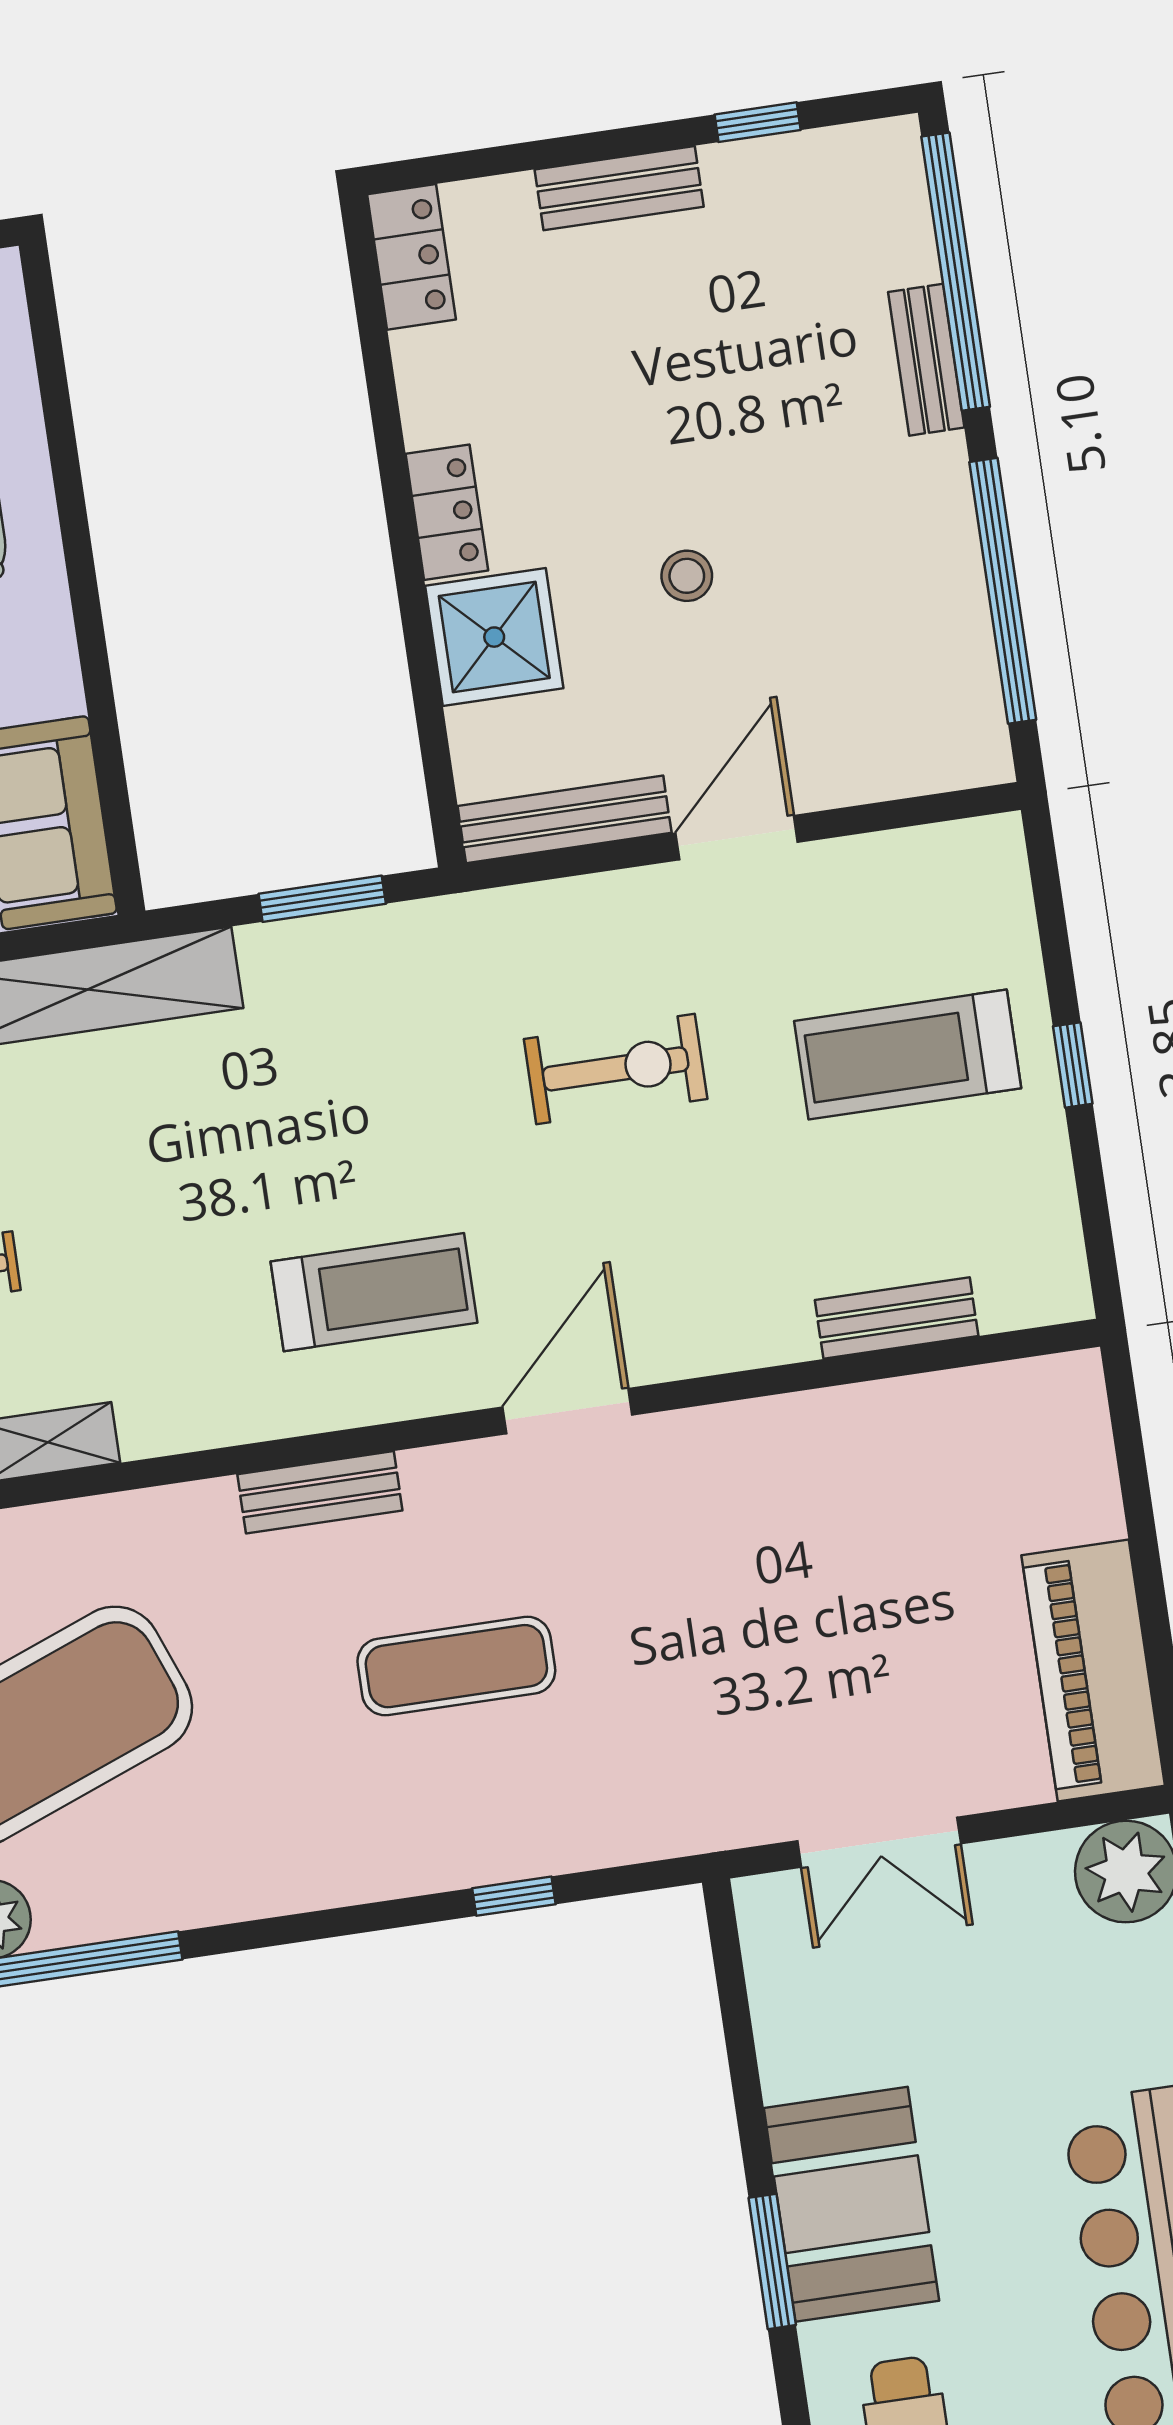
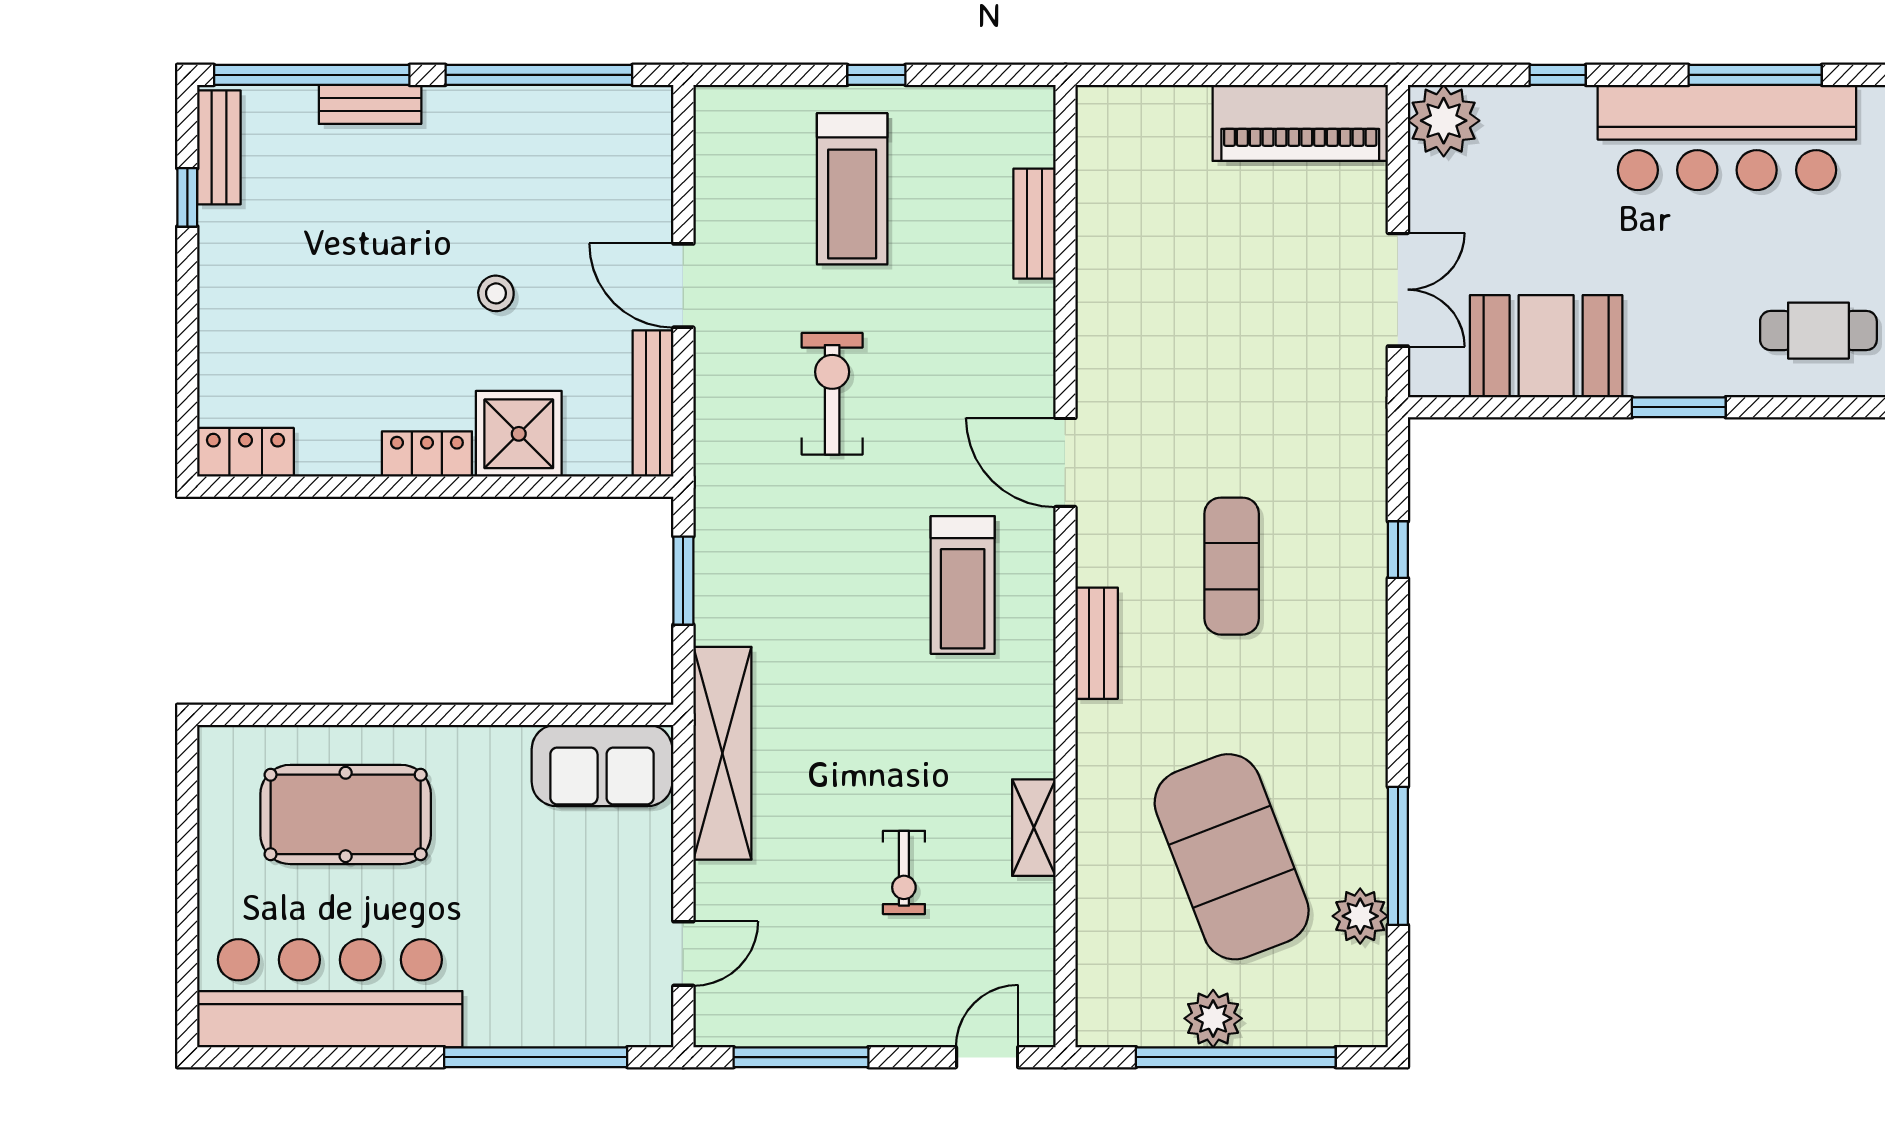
bench: (619, 188) -> (219, 147), moved
treadmill: (374, 1292) -> (963, 585), turned 180
booth: (851, 2204) -> (1546, 346), moved

